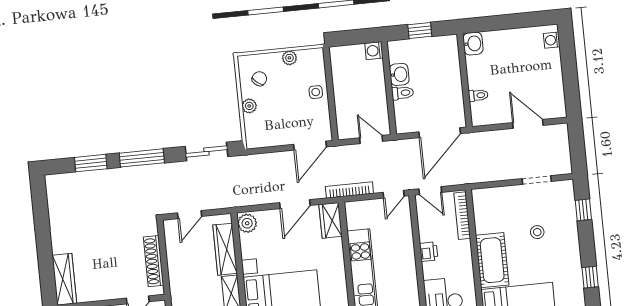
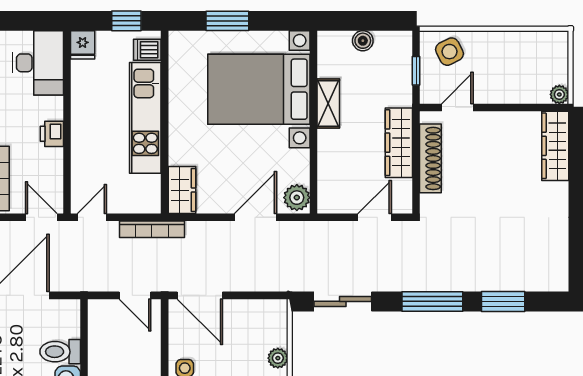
toilet: (403, 93) -> (60, 352), width x1.37, depth x1.39
door: (371, 140) -> (135, 295), moved
door: (310, 146) -> (200, 295), swing flipped
door: (295, 204) -> (256, 217), moved
wardrobe: (225, 249) -> (399, 143), moved, turned 180

